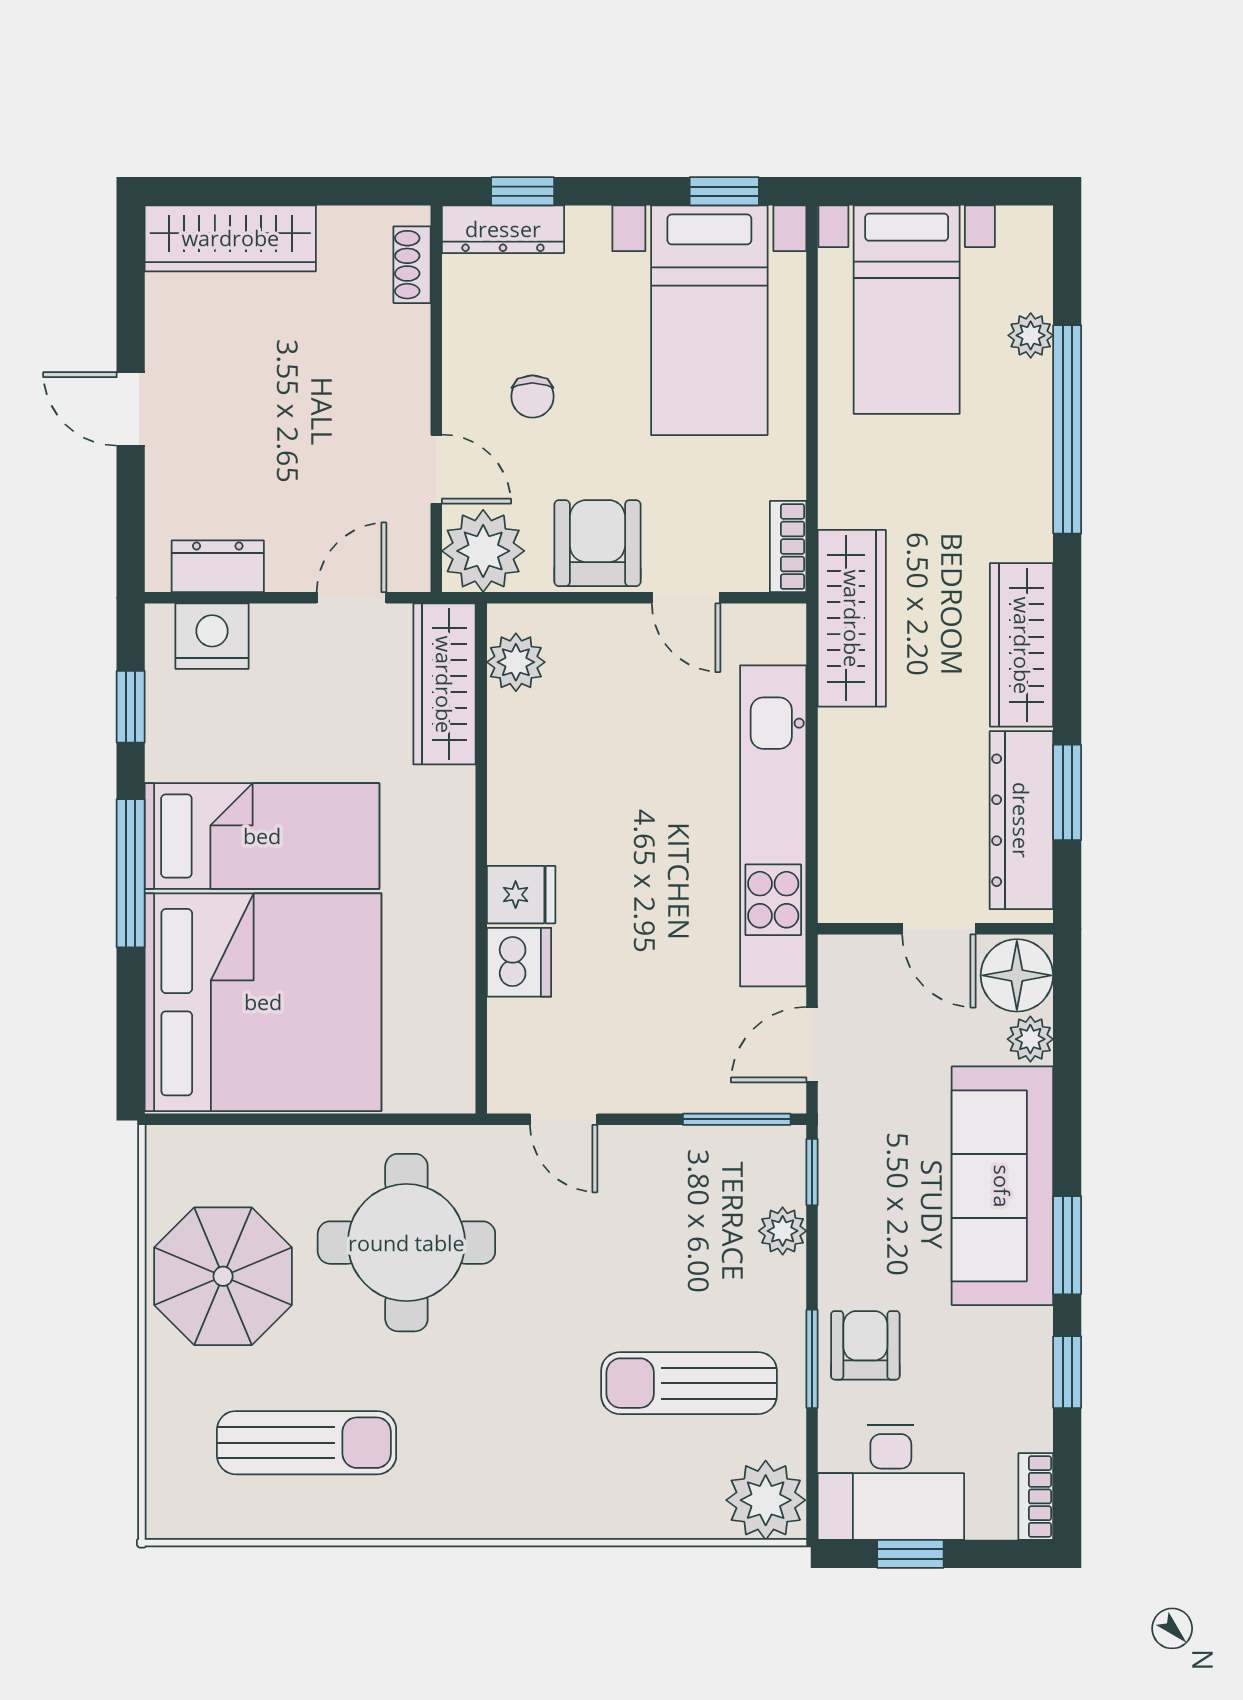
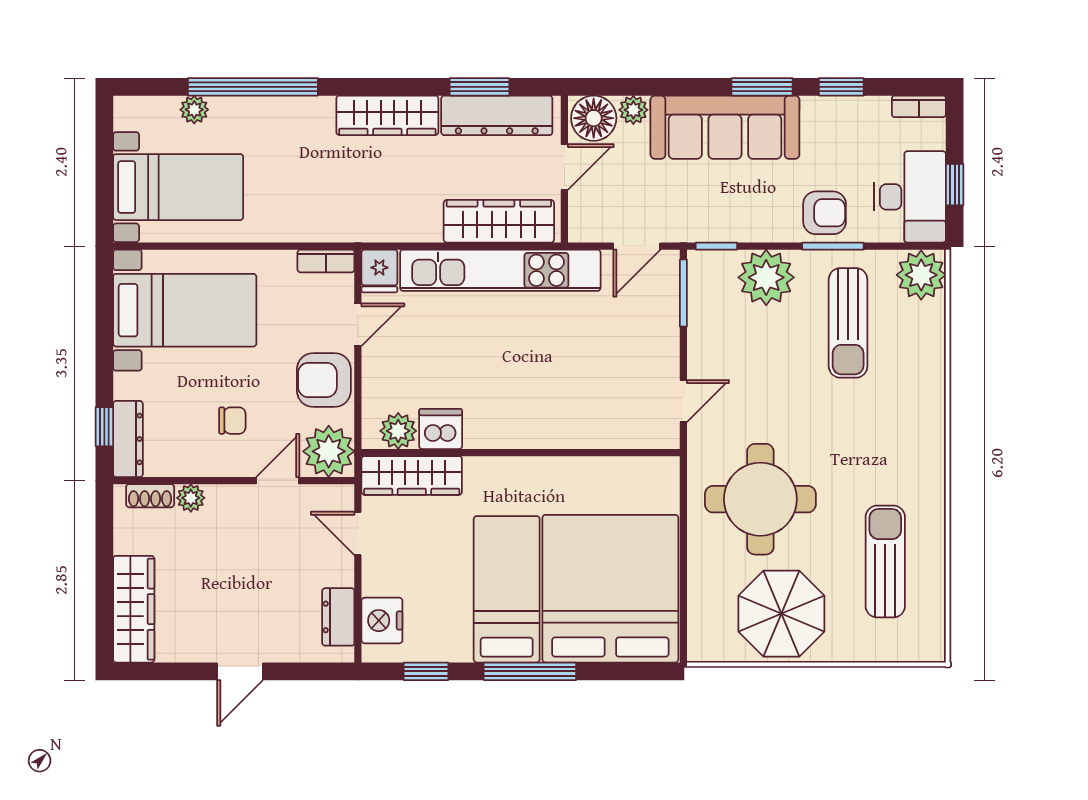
window: (724, 191) -> (104, 301), removed
plant: (408, 330) -> (191, 498), added
wardrobe: (852, 618) -> (499, 221), moved
fridge: (521, 895) -> (379, 271), moved, turned 180
dishwasher: (519, 962) -> (441, 429), moved
door: (812, 1045) -> (637, 246), hinge flipped
plant: (783, 1231) -> (766, 277), width x1.87, depth x1.87
armchair: (865, 1345) -> (825, 213), turned 180

